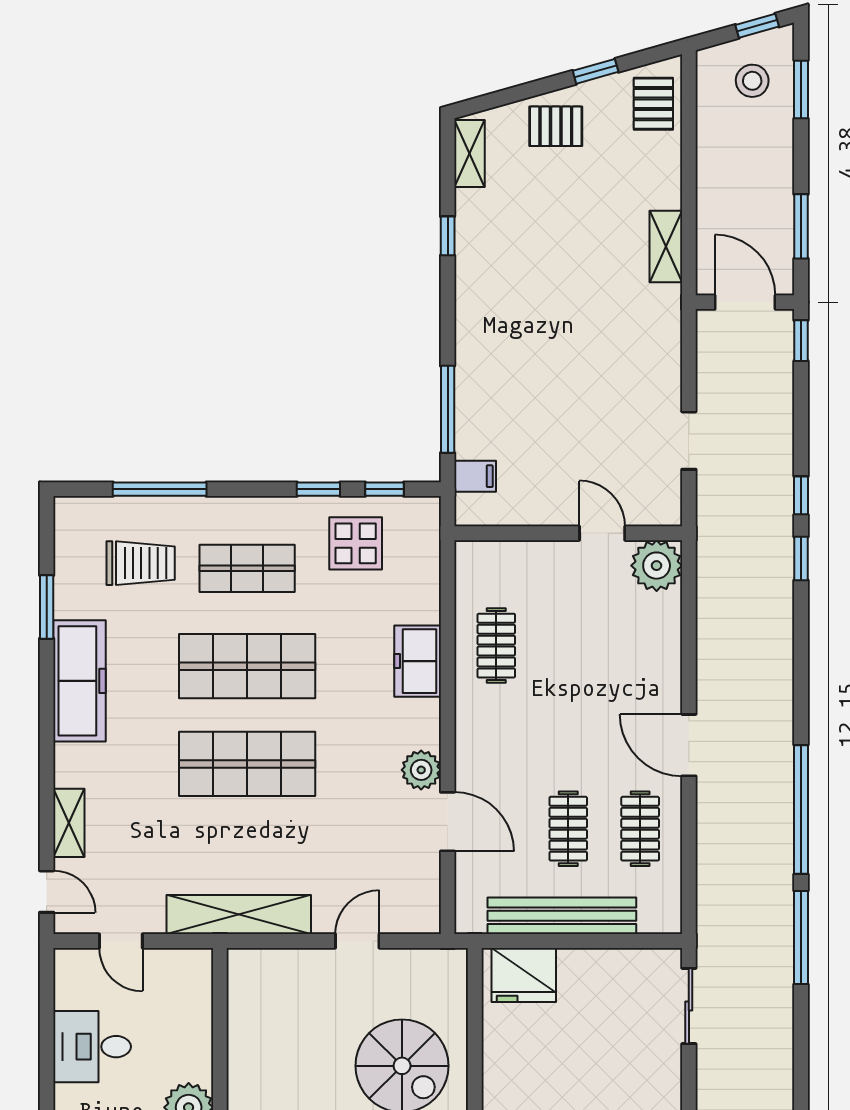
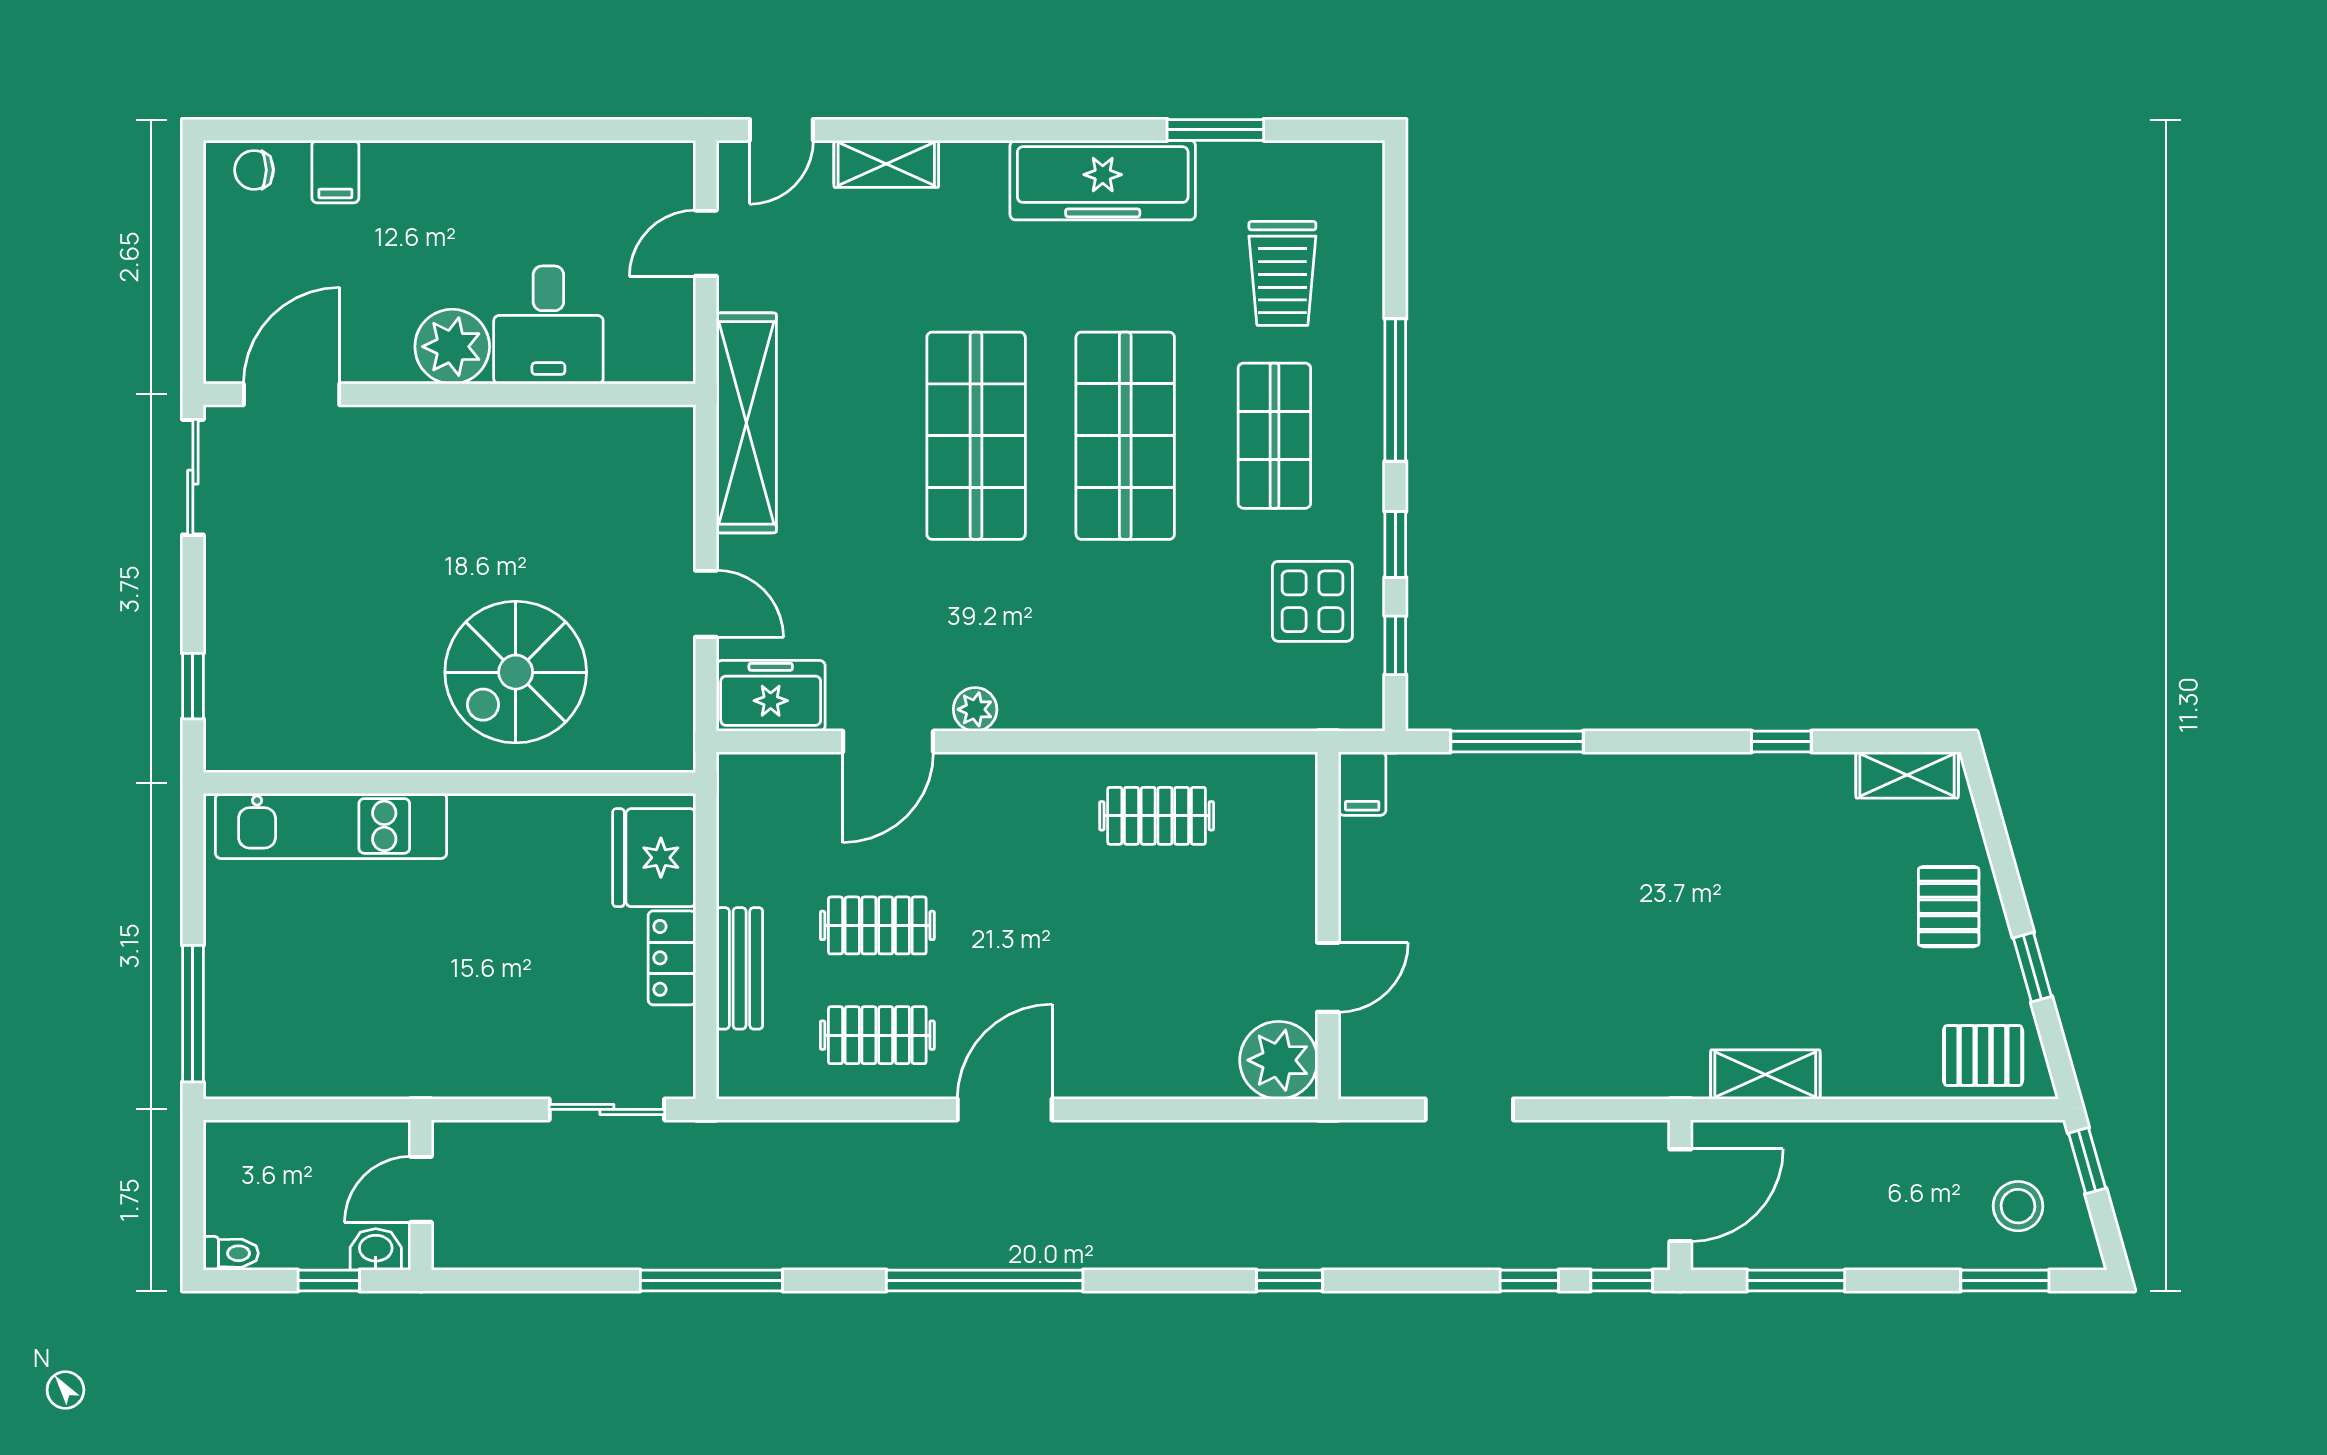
window: (757, 26) -> (2087, 1161), moved
filing cabinet: (475, 476) -> (1362, 784), moved
window: (160, 489) -> (1395, 390), moved
window: (801, 495) -> (1529, 1280), moved
freezer: (418, 661) -> (771, 696), moved
plant: (421, 770) -> (975, 709), width x0.73, depth x0.73
window: (801, 809) -> (985, 1280), moved
bench: (562, 916) -> (740, 968), width x0.54, depth x0.82
locker: (589, 963) -> (672, 958), added
desk: (92, 1047) -> (548, 325), moved, turned 180

